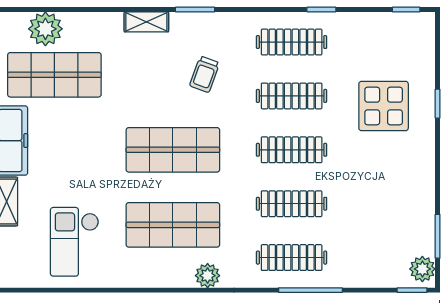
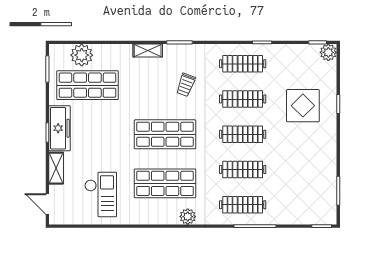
checkout: (75, 242) -> (101, 194), turned 180
plant: (422, 269) -> (328, 52), moved

